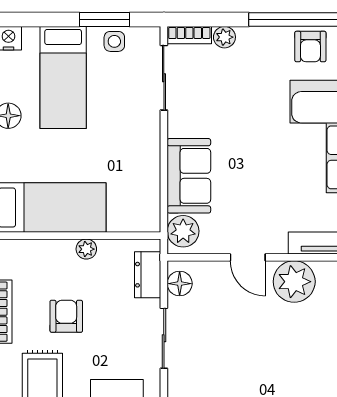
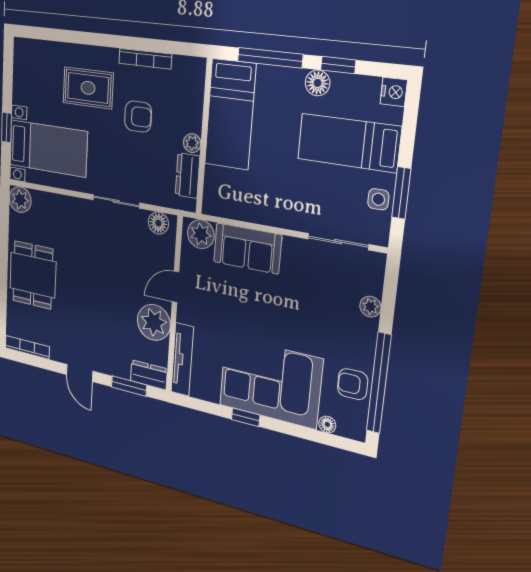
bookcase: (189, 35) -> (376, 274), removed
dresser: (148, 275) -> (187, 176), moved, turned -90

